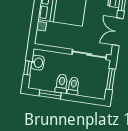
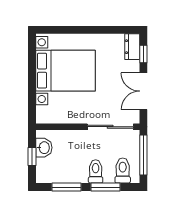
window: (111, 79) -> (143, 155), width x1.44
toilet: (62, 84) -> (123, 171), moved
window: (79, 99) -> (106, 187), added

